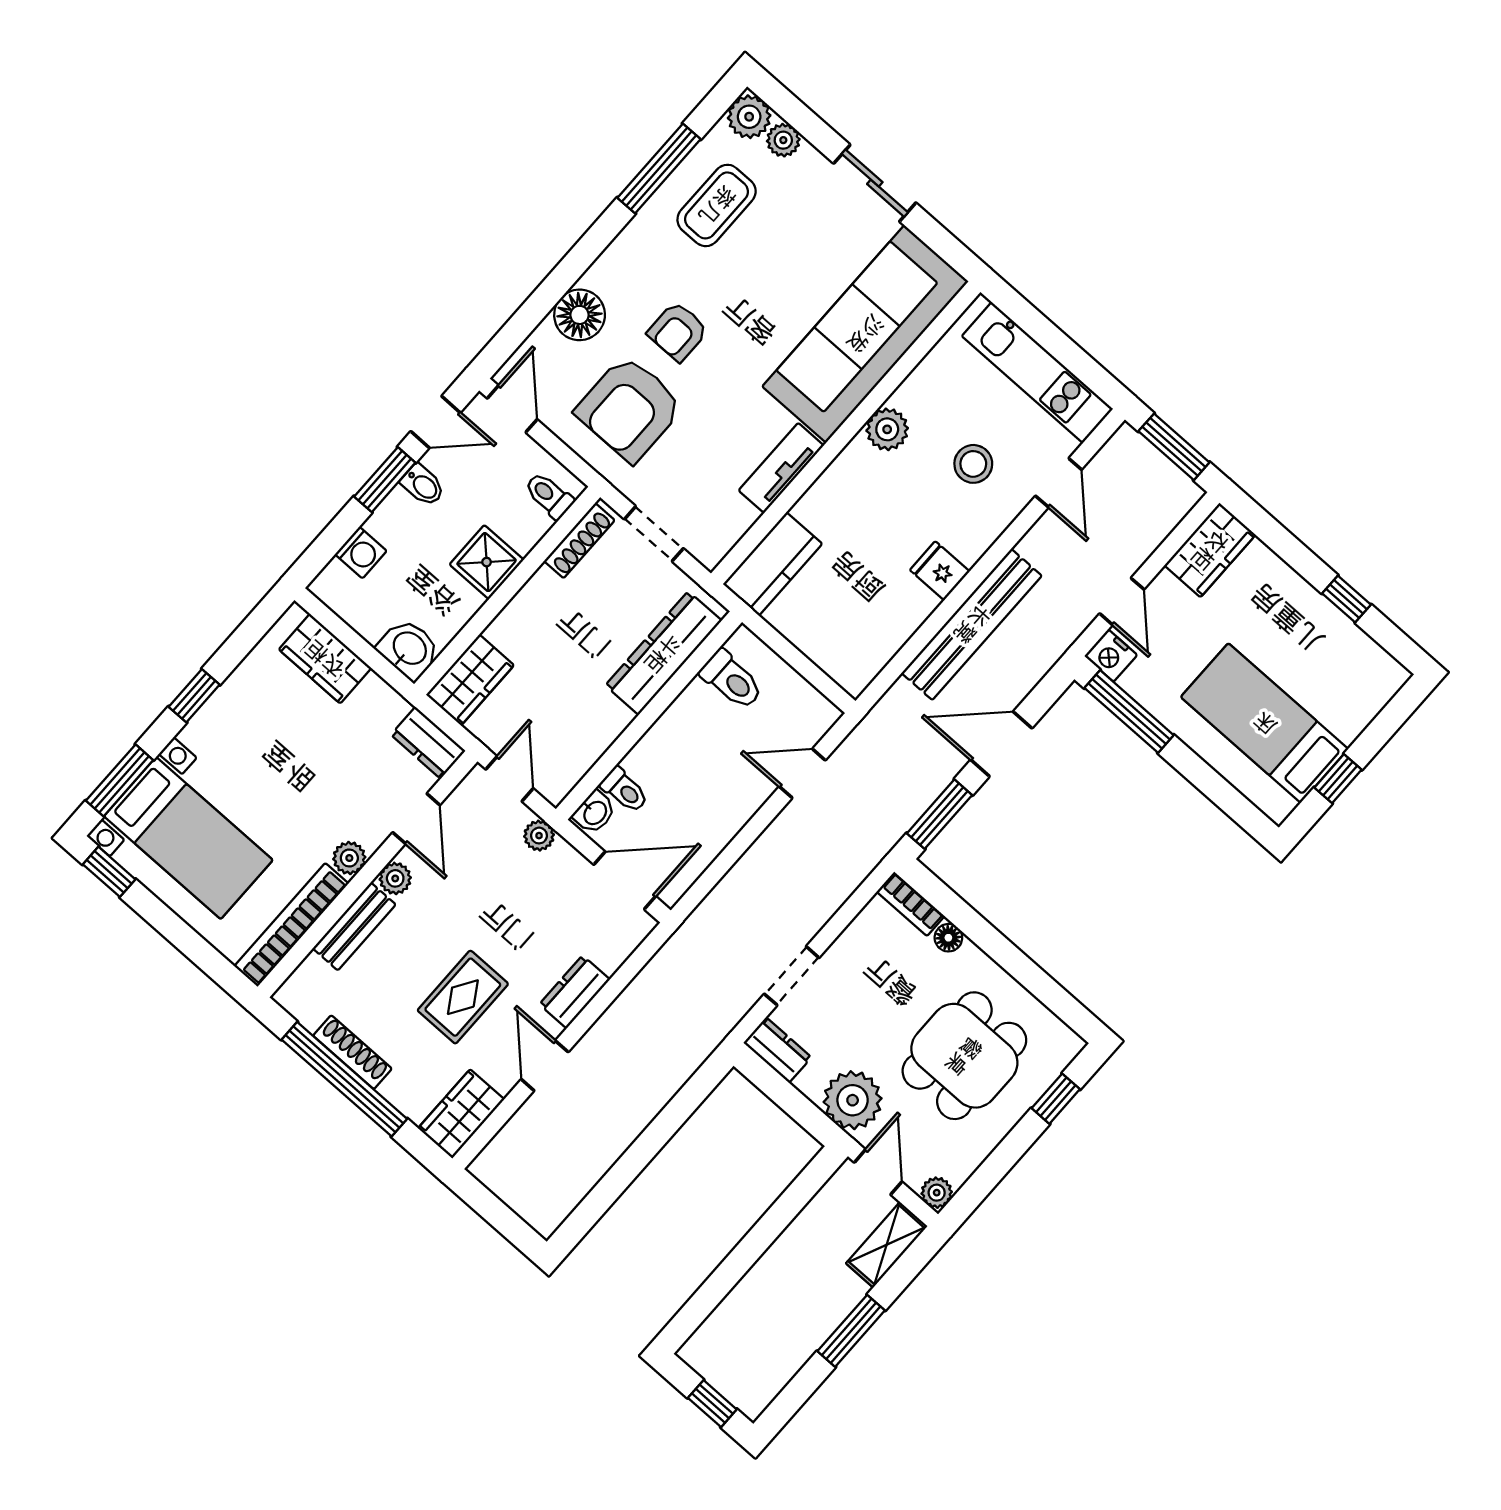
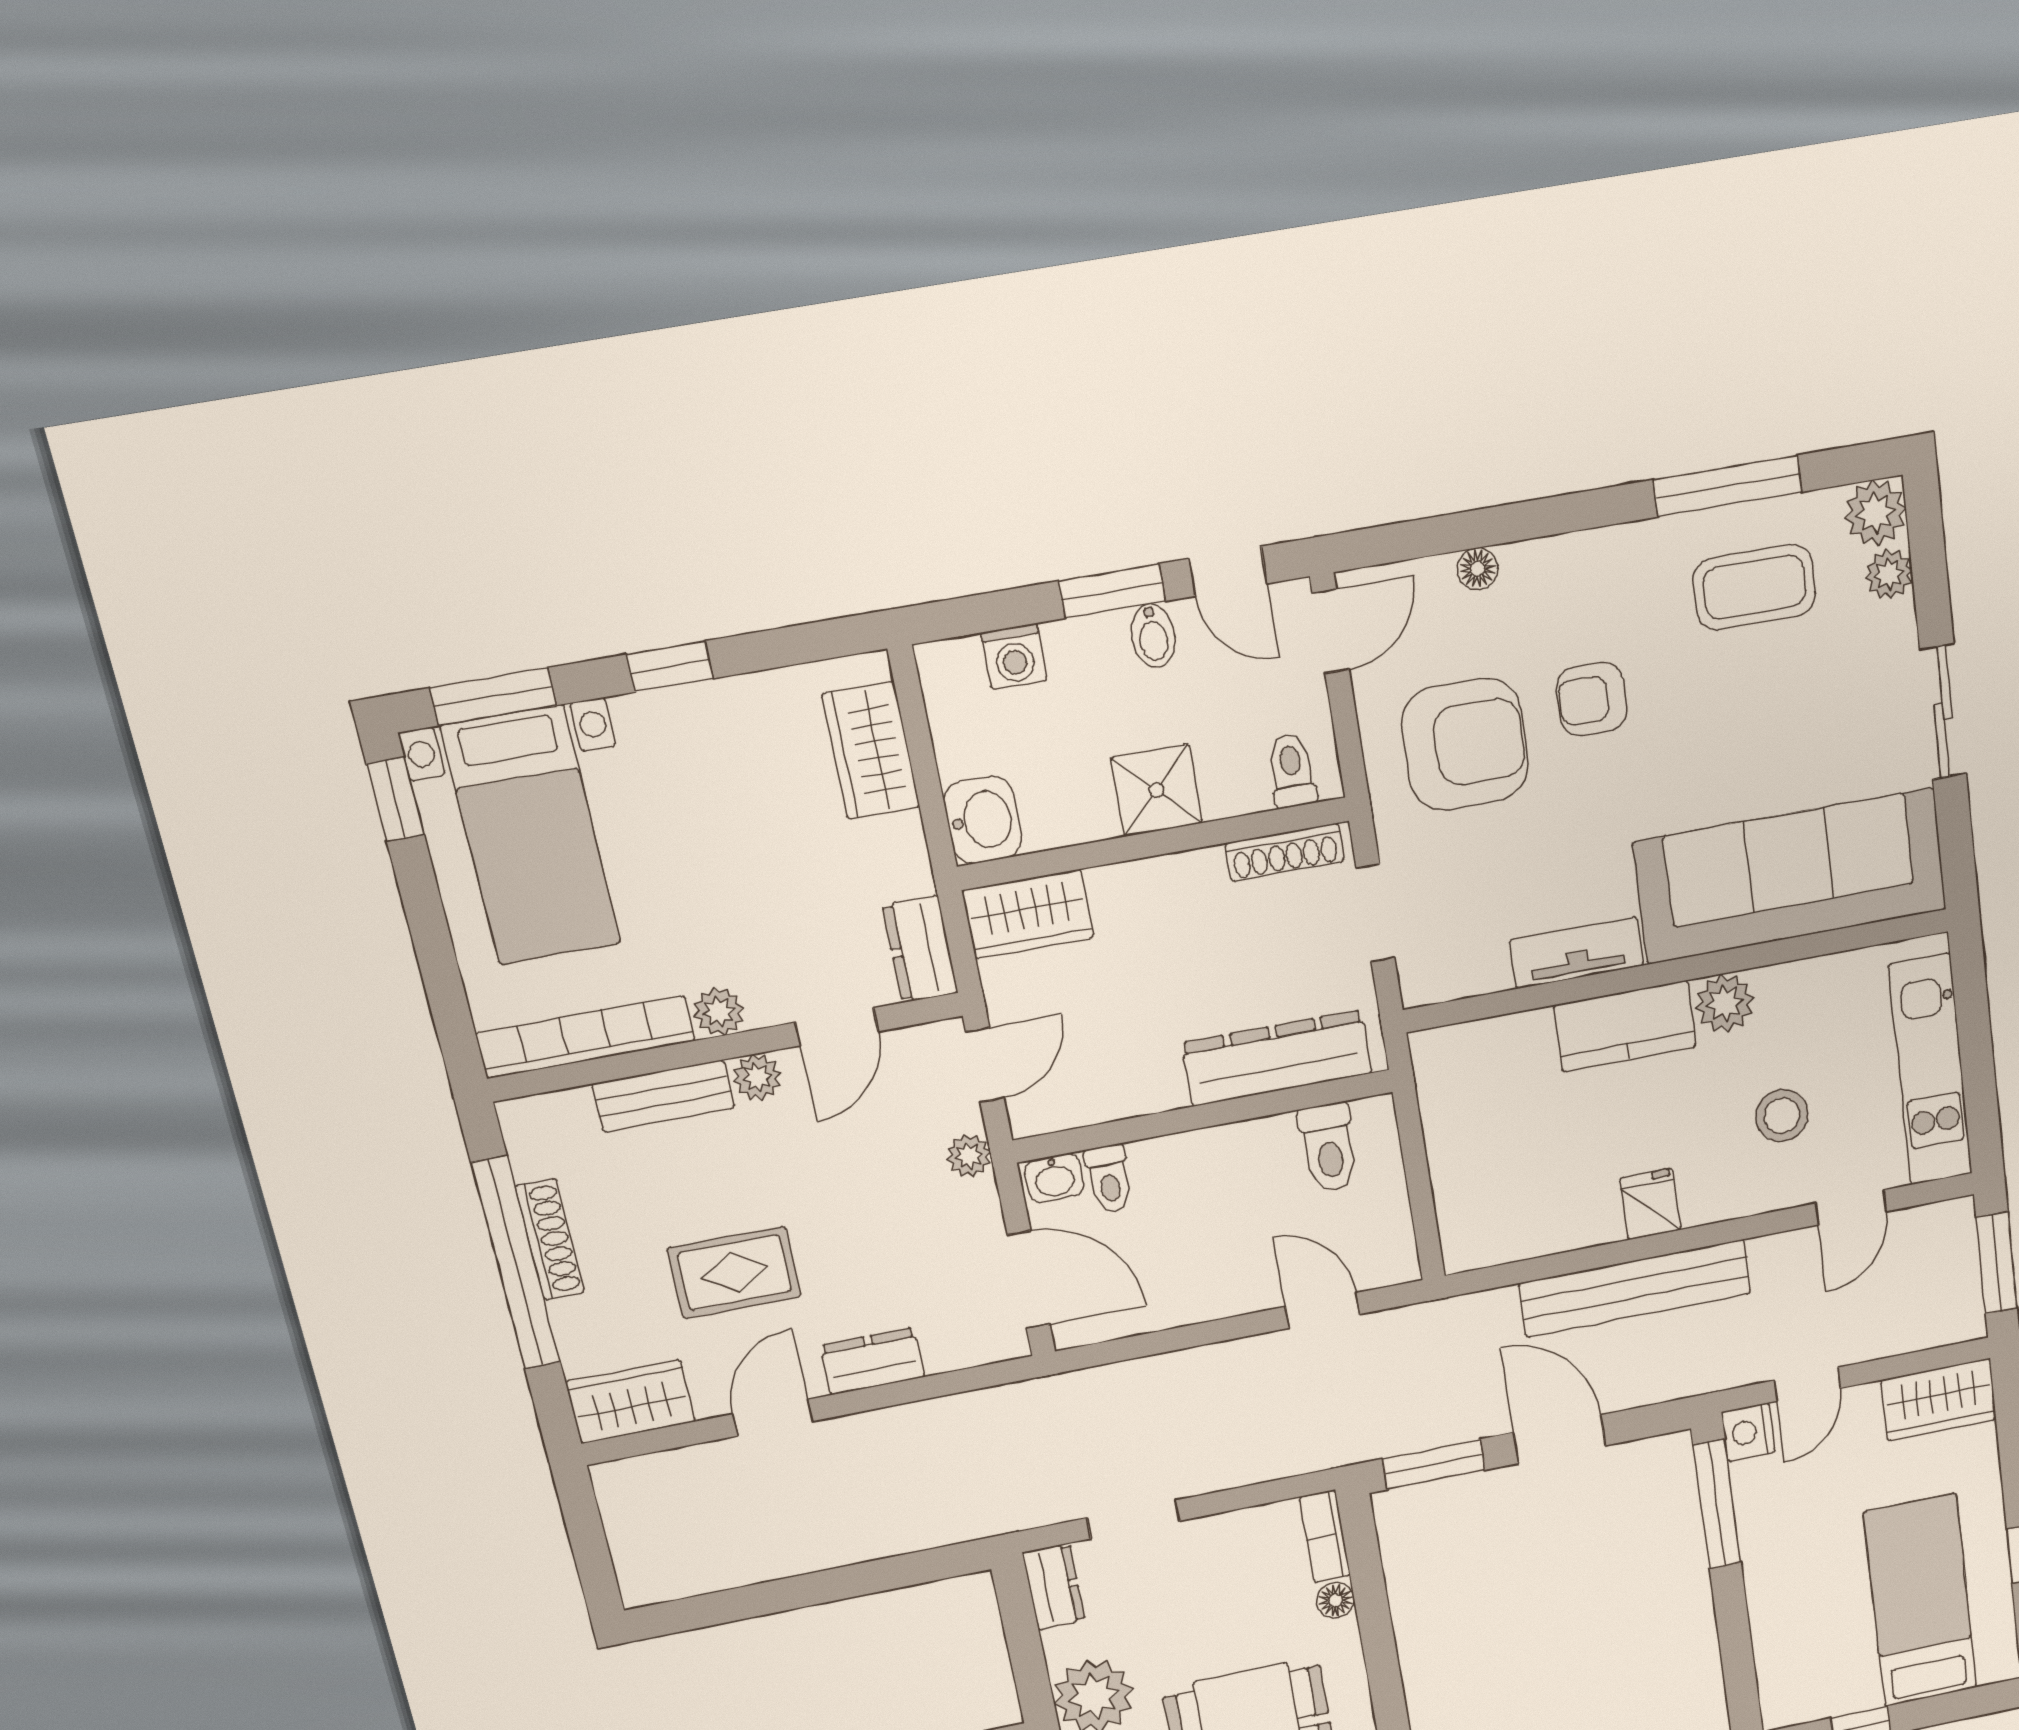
floor lamp: (580, 315) -> (1478, 569), width x0.53, depth x0.53
armchair: (630, 409) -> (1465, 744), turned 180
kitchen counter: (773, 564) -> (1625, 1026), moved
bed: (1265, 723) -> (1920, 1601), moved

